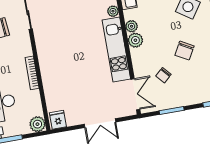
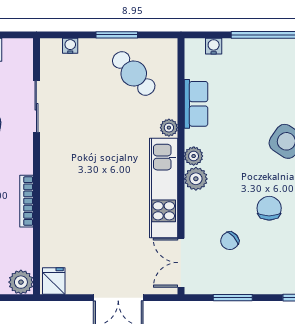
chair: (185, 51) -> (269, 208), turned 151
double door: (135, 94) -> (181, 263), swing flipped

